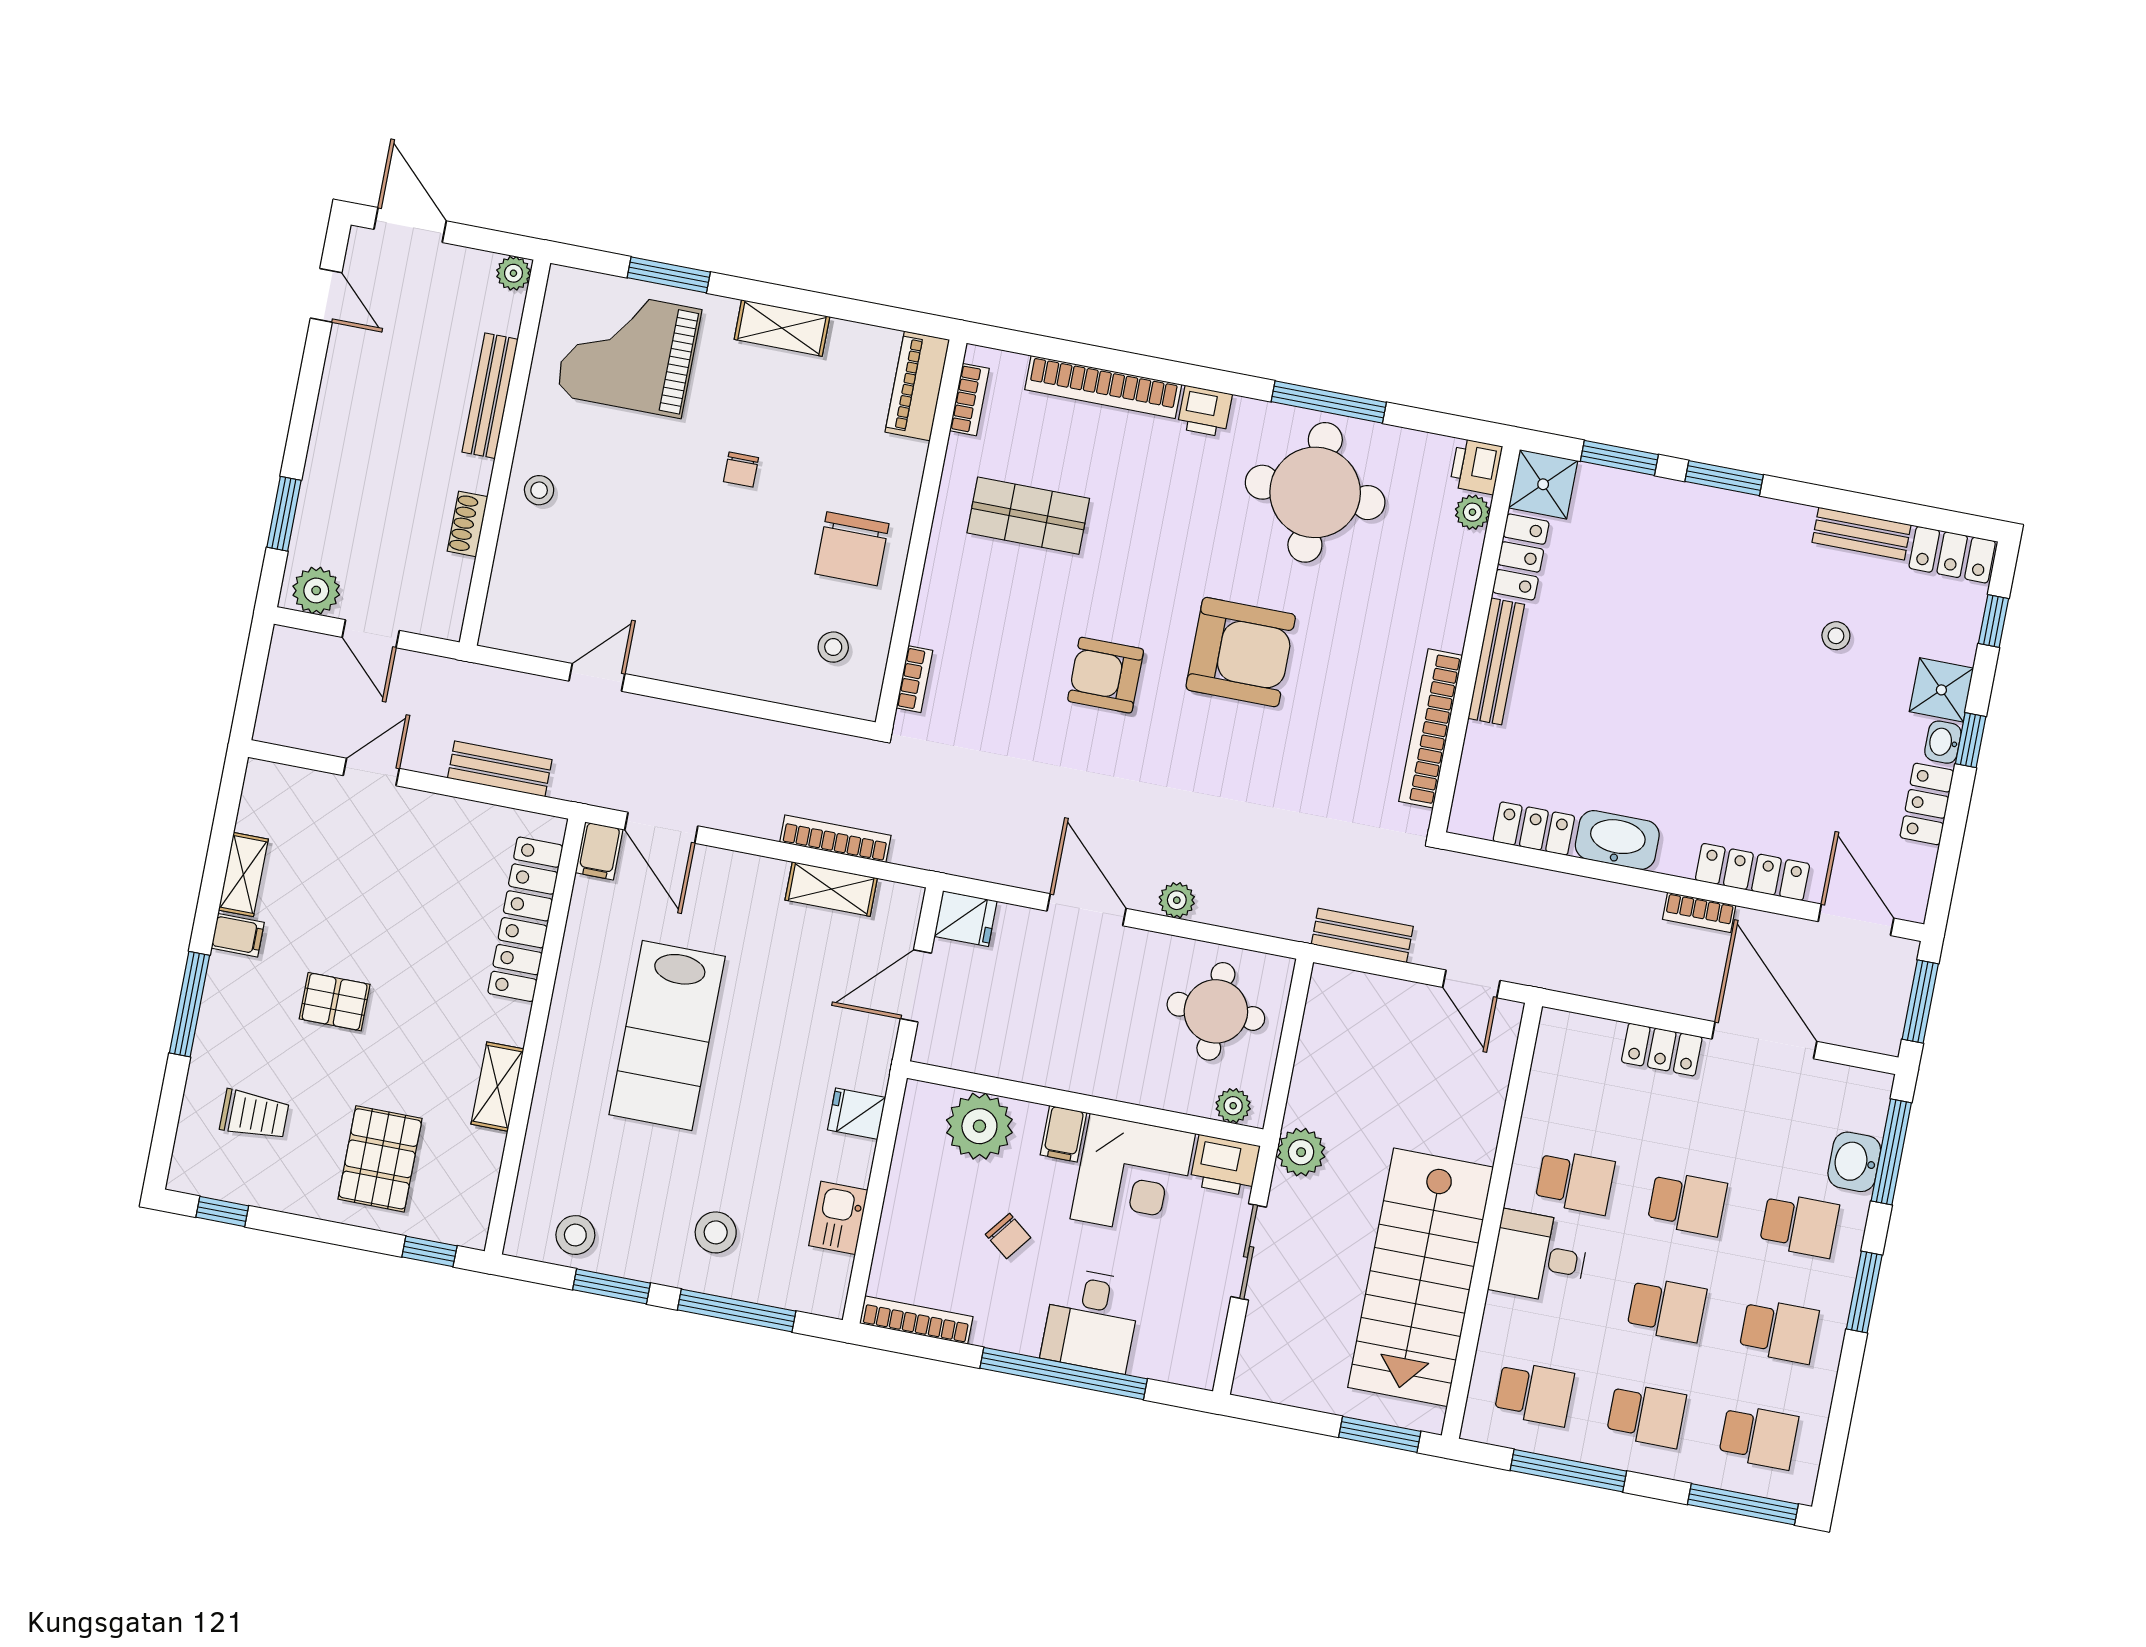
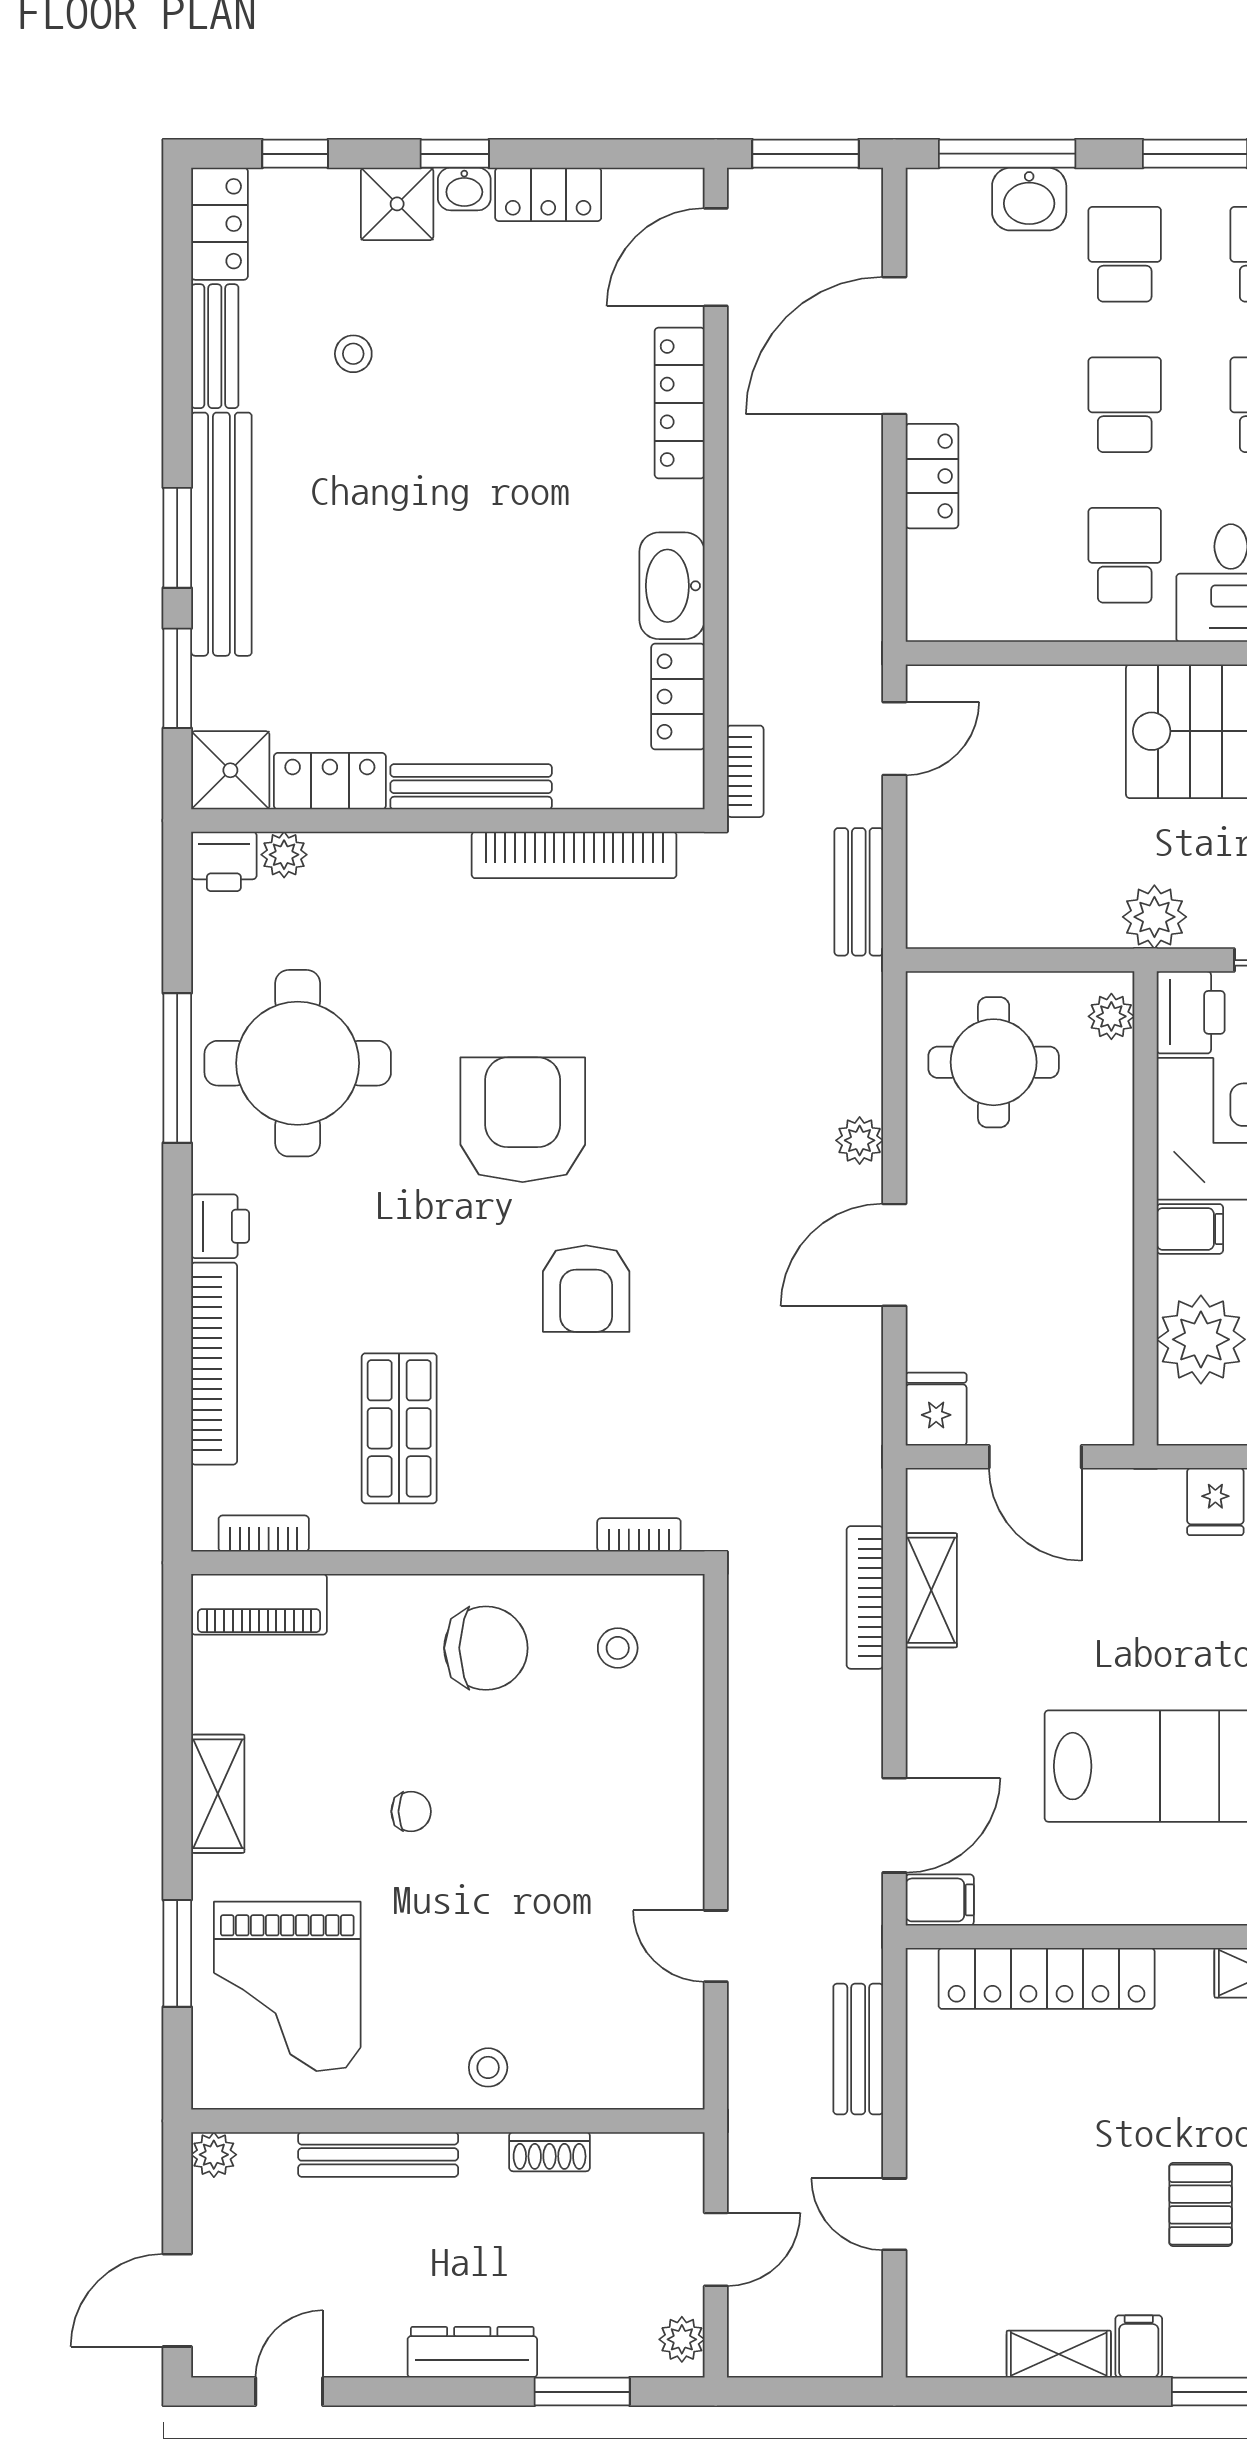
dresser: (329, 438) -> (472, 2352), added
bench: (1720, 512) -> (221, 534), added
plant: (316, 590) -> (682, 2339), width x0.73, depth x0.73
bookcase: (1699, 912) -> (745, 771), moved

